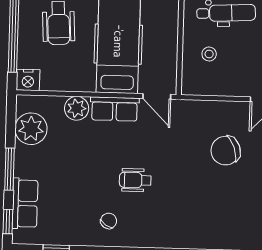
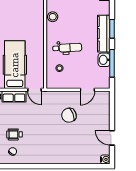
wheelchair: (135, 180) -> (15, 134), moved

